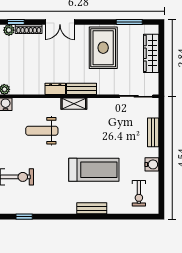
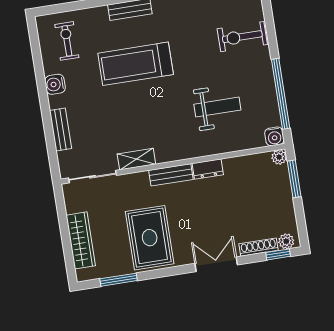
shelving: (74, 104) -> (136, 159), moved

